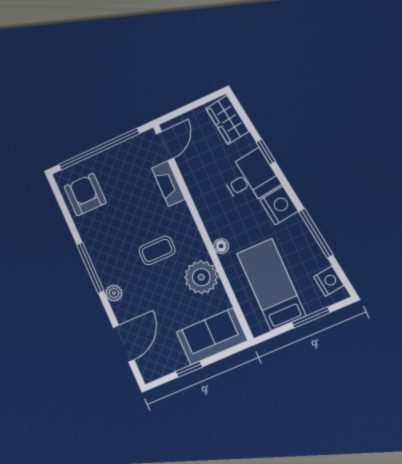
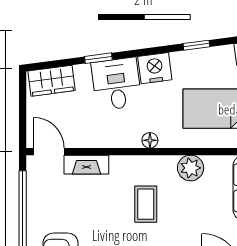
window: (316, 233) -> (196, 45), width x0.46
floor lamp: (221, 246) -> (150, 140), moved
plant: (201, 277) -> (191, 168), width x0.73, depth x0.73

